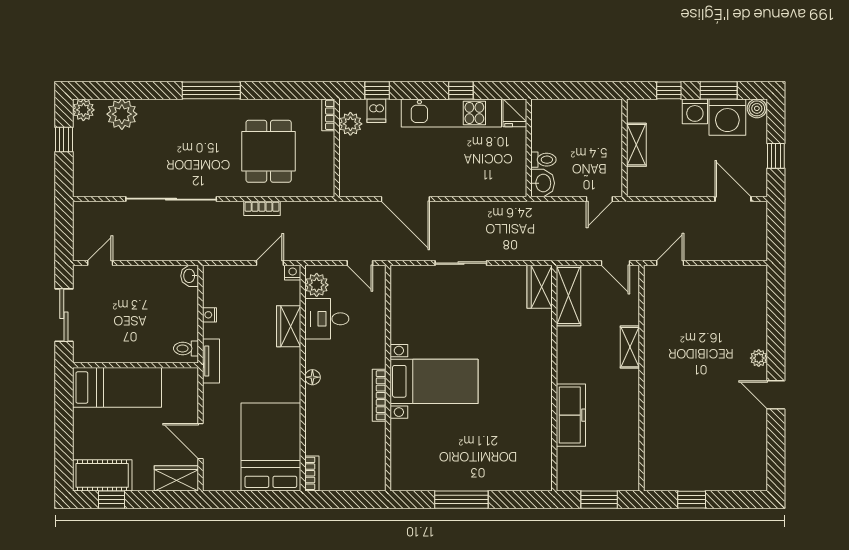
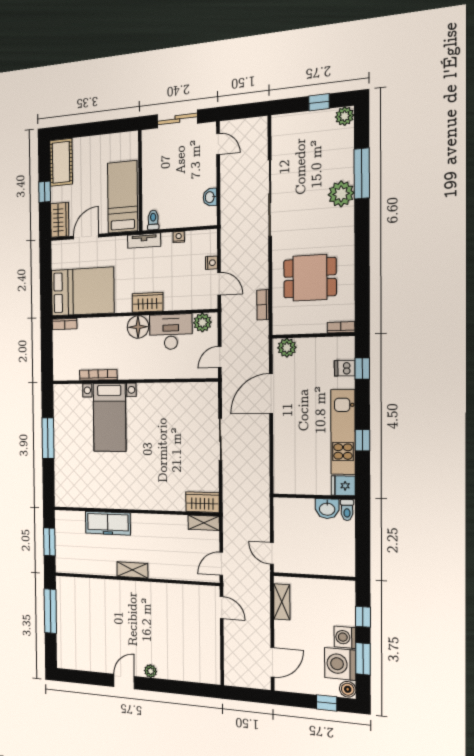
window: (211, 90) -> (362, 173), moved
plant: (122, 114) -> (341, 194), moved
plant: (350, 124) -> (287, 348), moved
shelving: (636, 145) -> (282, 602), moved, turned 90
window: (776, 156) -> (327, 703), moved
toilet: (543, 160) -> (347, 510), moved
washbasin: (543, 183) -> (327, 509), moved
bookcase: (262, 208) -> (263, 305), moved
nightstand: (293, 273) -> (211, 263), moved
washbasin: (190, 276) -> (210, 197), moved, turned -90
shelving: (568, 295) -> (204, 523), width x0.67, depth x0.75
desk: (327, 319) -> (171, 332), width x1.37
wardrobe: (289, 326) -> (148, 302), moved
shelving: (630, 347) -> (132, 570), moved
floor lamp: (312, 377) -> (138, 327), width x1.89, depth x1.89
bed with nightstands: (434, 381) -> (109, 417), moved
bed: (117, 387) -> (123, 197), moved, turned 180
bookcase: (379, 395) -> (98, 375), moved
window: (111, 500) -> (45, 192), moved
window: (692, 500) -> (50, 611), width x2.17

